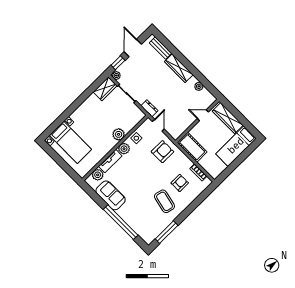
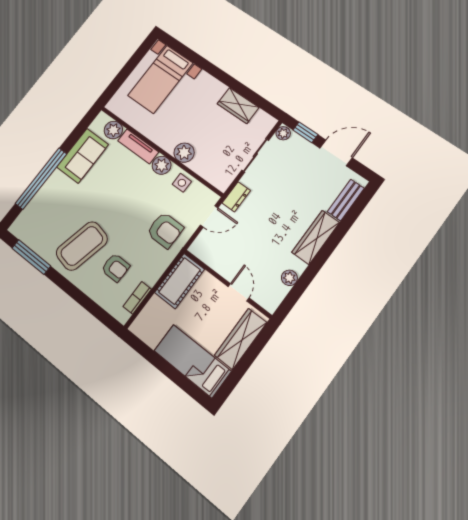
wardrobe: (105, 89) -> (238, 106), moved
coffee table: (164, 201) -> (82, 246), width x1.36, depth x1.32

